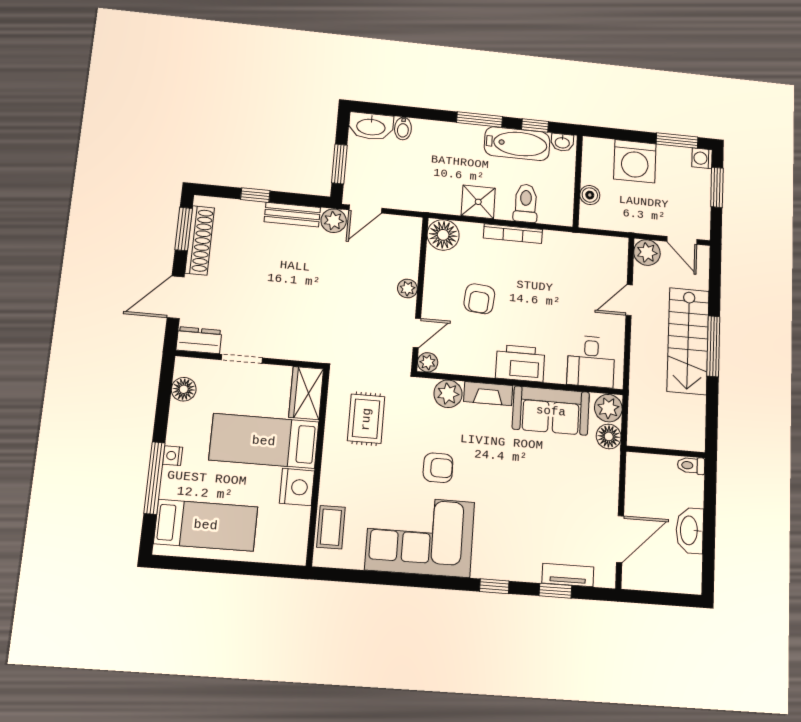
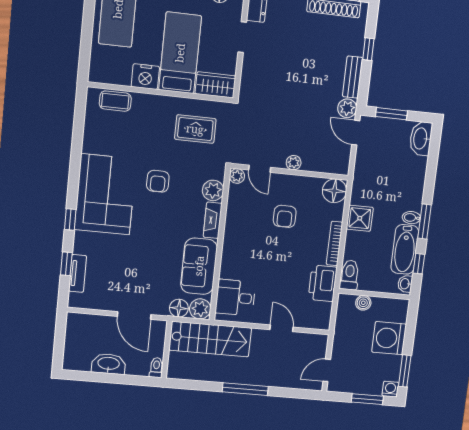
bidet: (403, 129) -> (411, 218), moved
toilet: (526, 203) -> (350, 275), moved, turned -90
plant: (647, 253) -> (318, 344), removed
armchair: (479, 299) -> (285, 216), turned -95
stairs: (688, 341) -> (210, 339), moved, turned 180
printer: (520, 363) -> (323, 283), moved, turned 180
corner sofa: (420, 536) -> (105, 194), moved
door: (620, 539) -> (134, 315), moved

